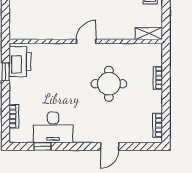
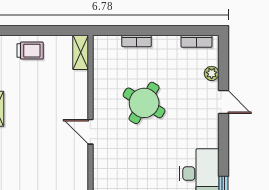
round table: (109, 84) -> (144, 103), turned 31
plant: (132, 137) -> (212, 73), added

